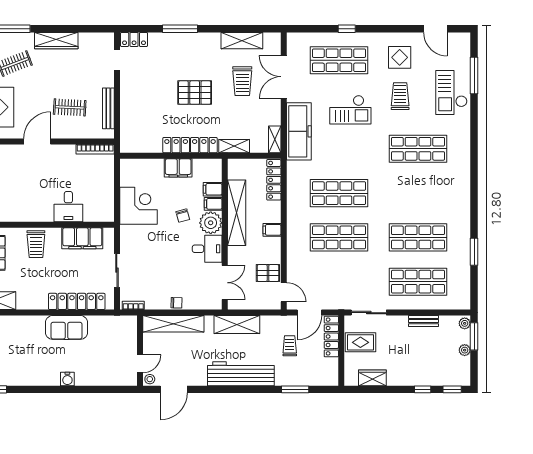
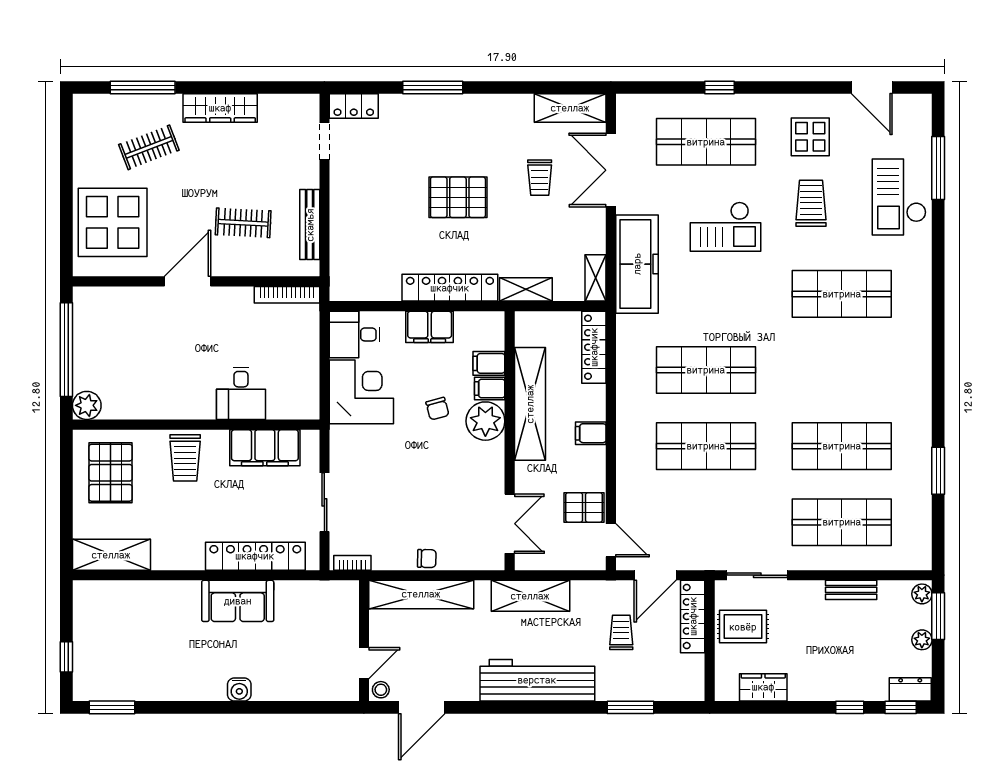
shelving: (242, 41) -> (570, 108), moved
trolley: (242, 81) -> (540, 178), width x0.73, depth x0.72
desk: (207, 249) -> (355, 334), moved, turned 180
dresser: (458, 379) -> (910, 689), added

